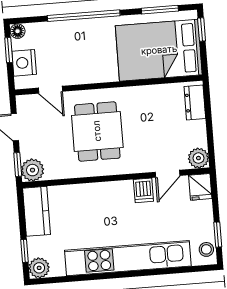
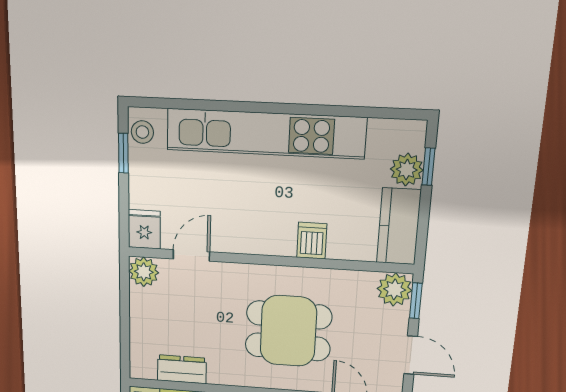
dresser: (195, 103) -> (182, 369), moved, turned -90
dining table: (97, 131) -> (288, 331), turned 90
dishwasher: (143, 190) -> (312, 241), moved
plant: (39, 268) -> (407, 170), moved

